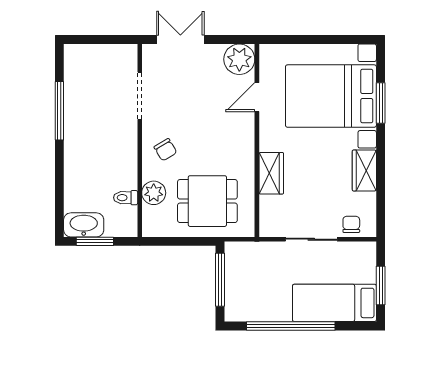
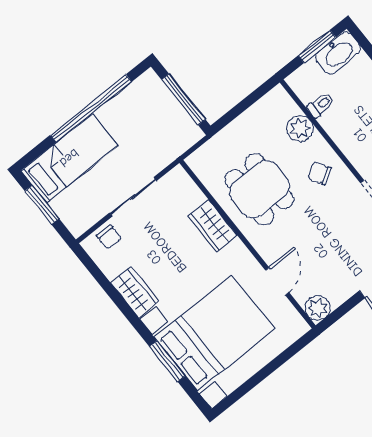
plant: (239, 59) -> (318, 308), width x0.73, depth x0.73
dining table: (207, 201) -> (259, 189), moved, turned 90

